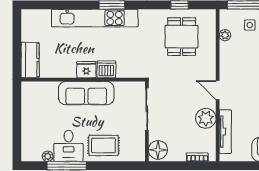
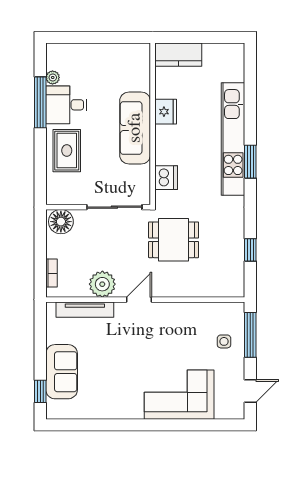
plant: (225, 35) -> (211, 309), removed
dining table: (182, 37) -> (174, 240), moved
dishwasher: (106, 69) -> (166, 178), moved
fridge: (86, 70) -> (166, 112), moved

